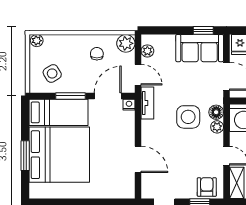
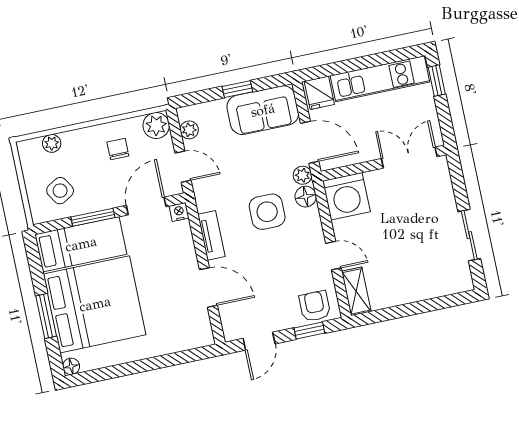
window: (203, 30) -> (237, 89), moved
plant: (37, 41) -> (52, 143), moved
tv unit: (147, 103) -> (211, 235), moved
plant: (217, 127) -> (303, 175), moved
floor lamp: (35, 193) -> (71, 366), added

